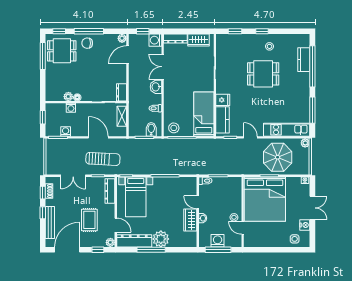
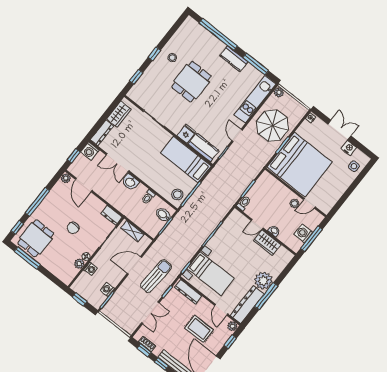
chair: (87, 43) -> (73, 228), moved
kitchen counter: (304, 60) -> (234, 59), moved
door: (250, 137) -> (237, 135), hinge flipped
door: (116, 225) -> (221, 310), swing flipped

